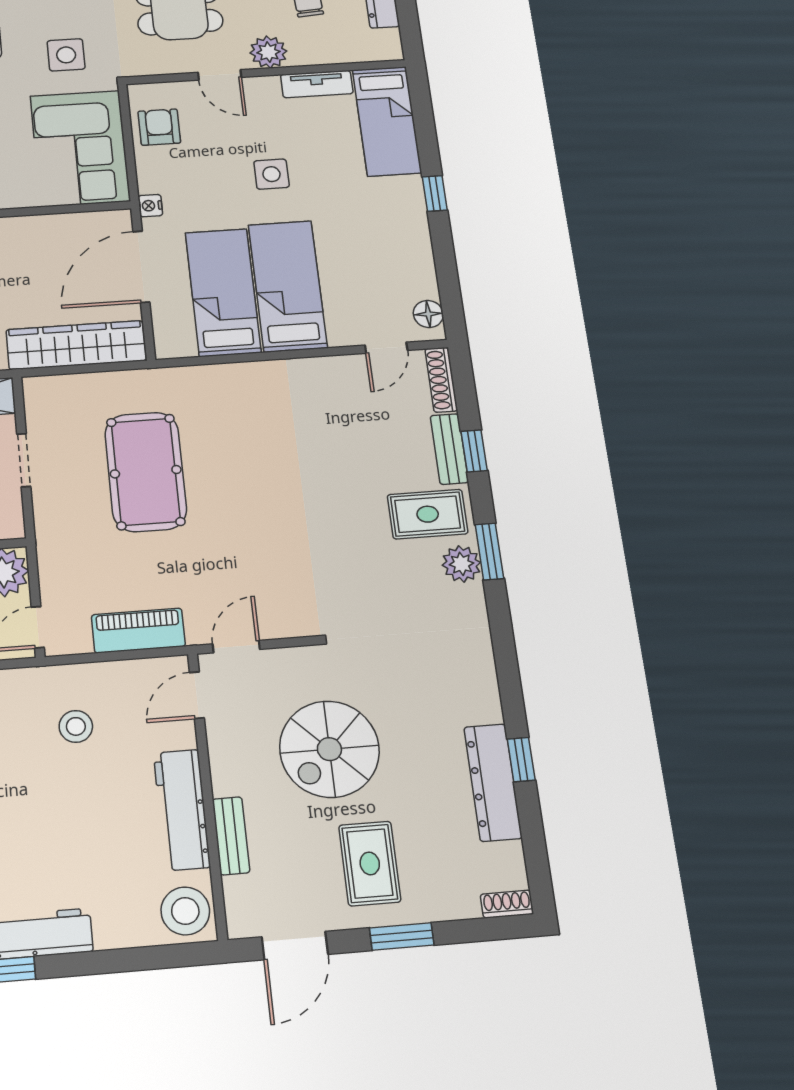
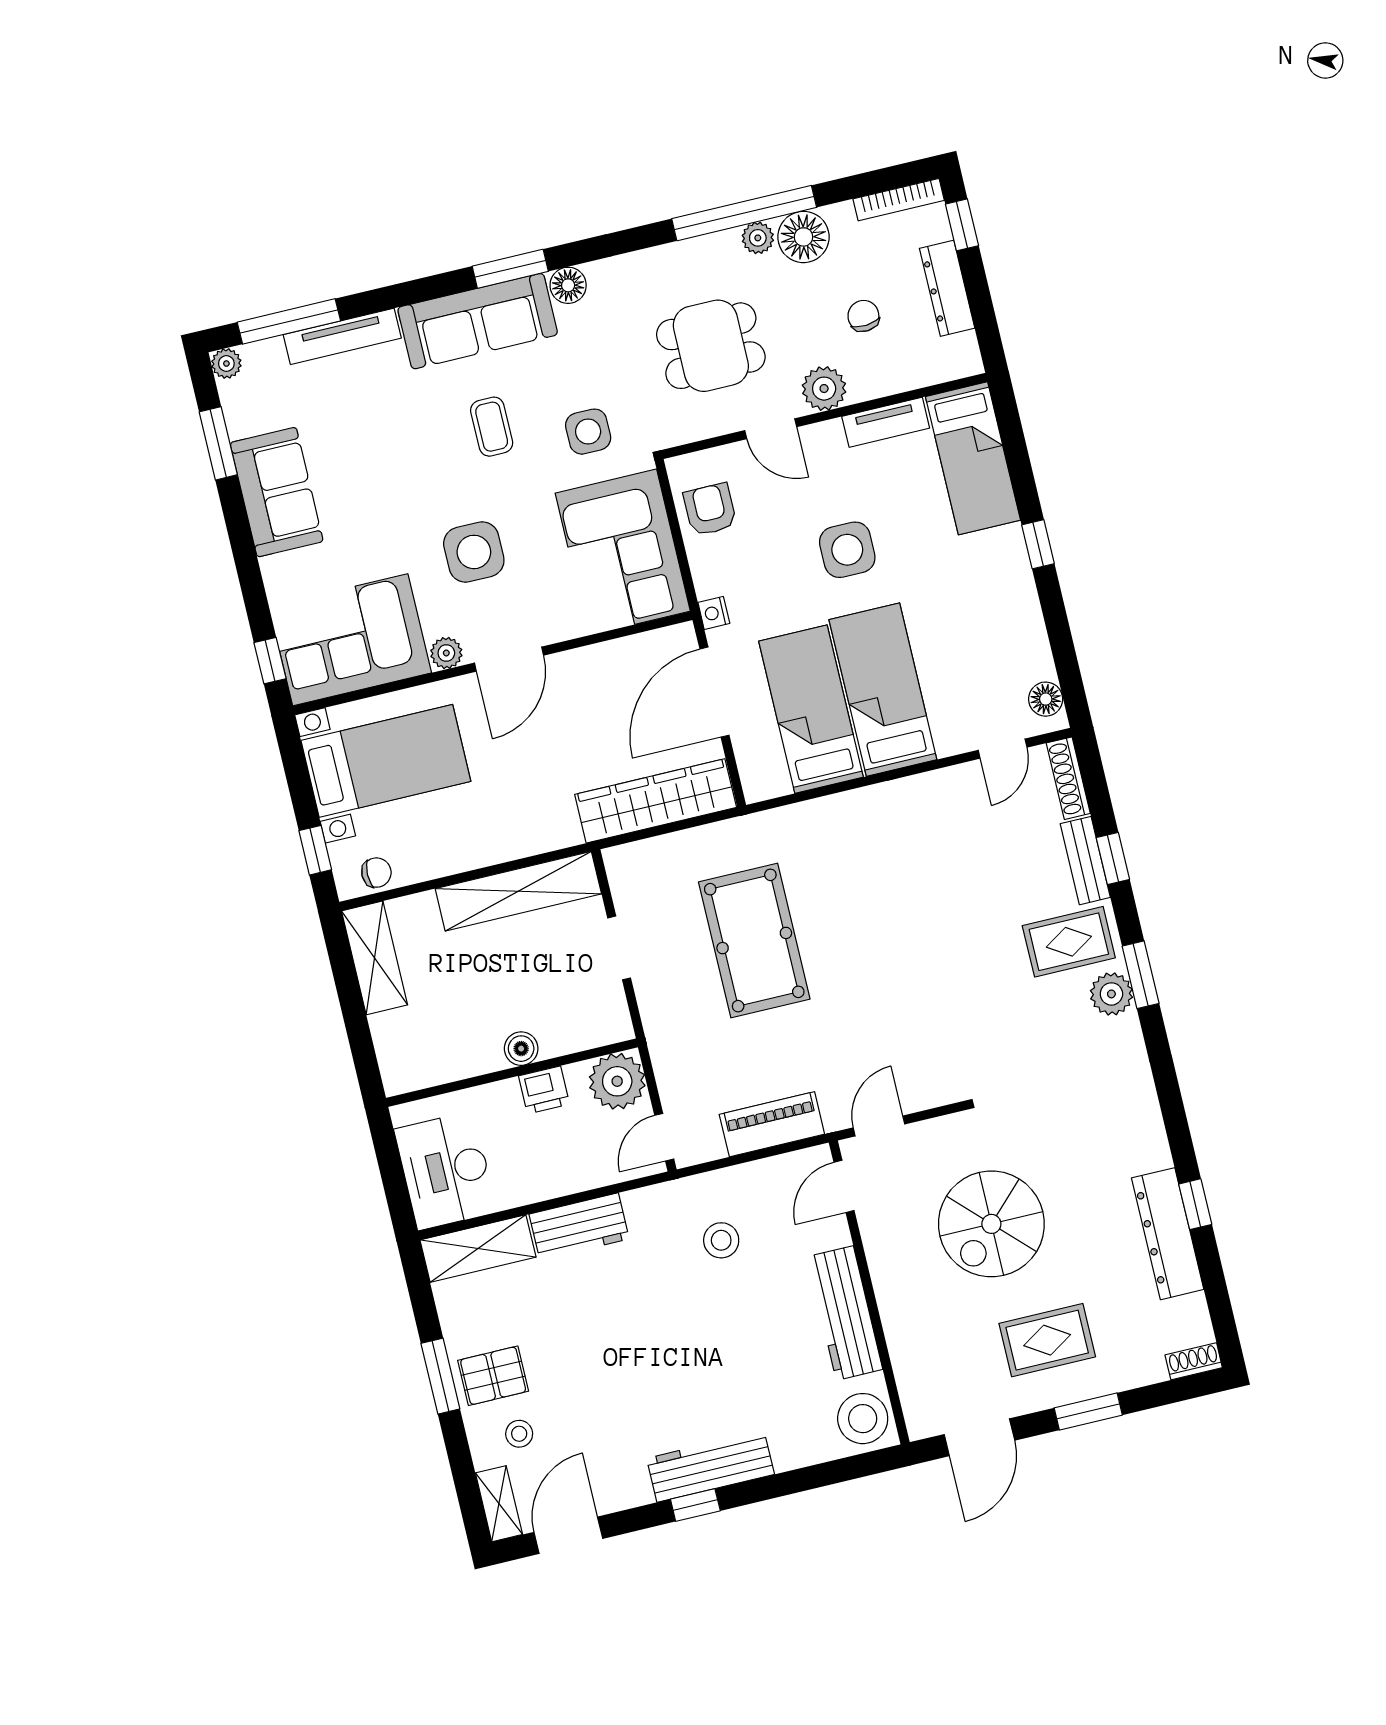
side table: (271, 174) -> (847, 550), width x1.37, depth x1.37
bench: (231, 836) -> (900, 1333), removed
rug: (370, 863) -> (1047, 1340), turned 90

